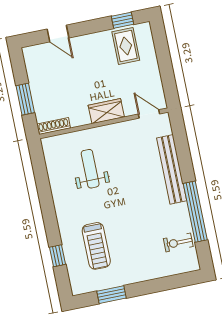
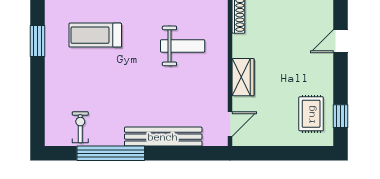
rug: (126, 46) -> (311, 114), turned 90

